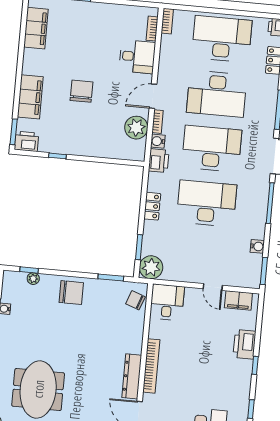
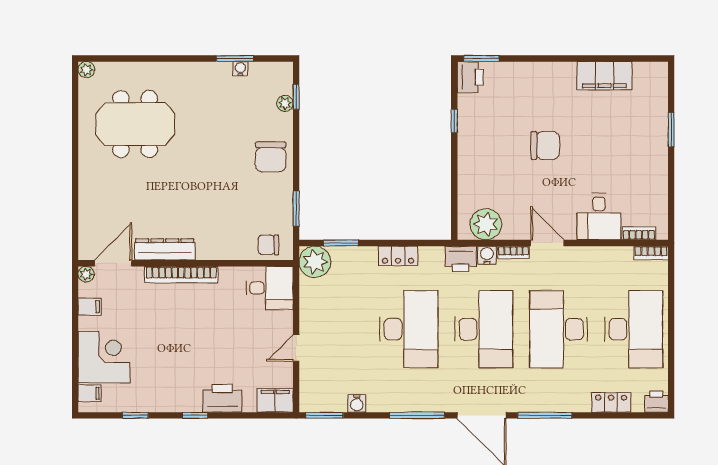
filing cabinet: (36, 28) -> (604, 76), moved
filing cabinet: (30, 97) -> (531, 77), removed
plant: (136, 128) -> (486, 224), moved
chair: (135, 300) -> (268, 245), turned -110
filing cabinet: (238, 300) -> (275, 400), moved, turned 90

